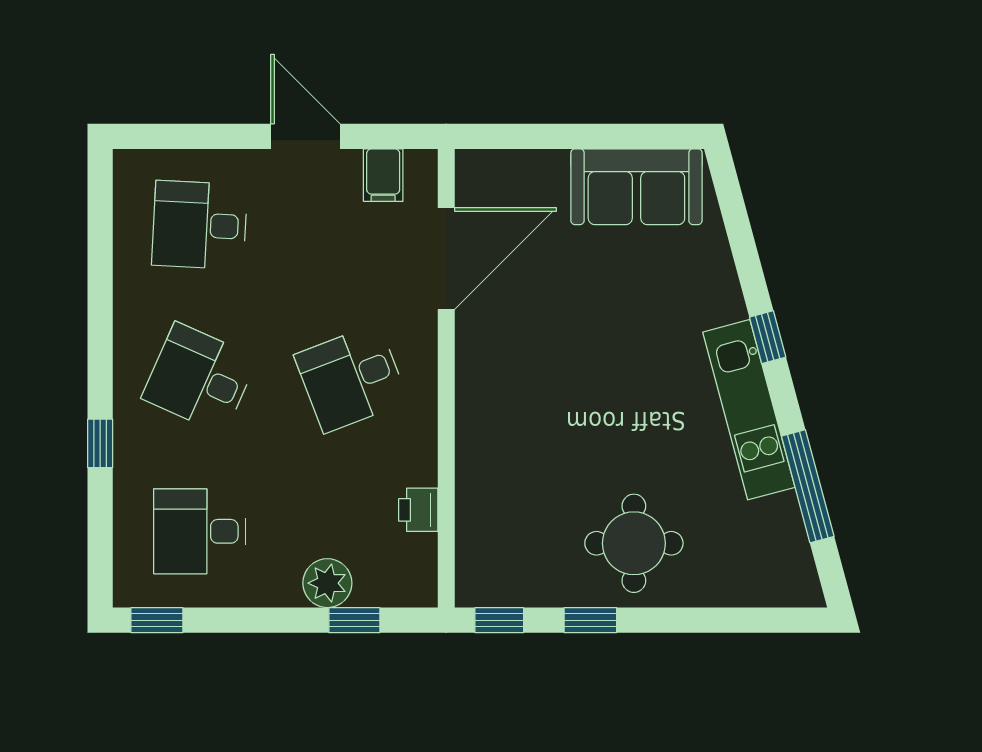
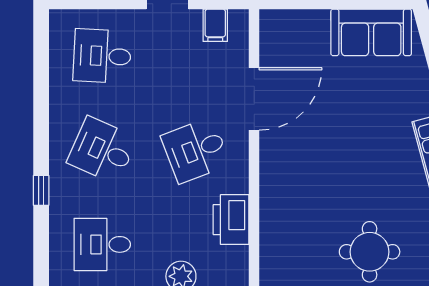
door: (446, 259) -> (254, 99), moved
printer: (418, 510) -> (231, 220), width x1.87, depth x1.48

